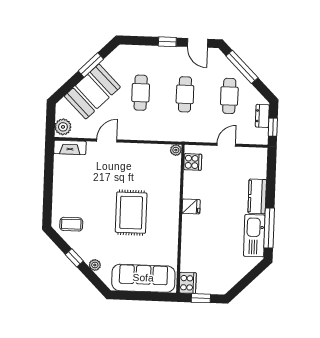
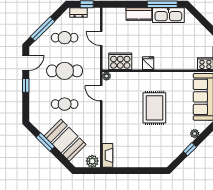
cafe table: (185, 94) -> (65, 71), width x1.37, depth x1.35
door: (107, 140) -> (101, 93), moved
cooker: (193, 162) -> (120, 61), width x1.87, depth x1.31
rug: (131, 213) -> (154, 108), turned 90
coffee table: (71, 224) -> (165, 152), removed

